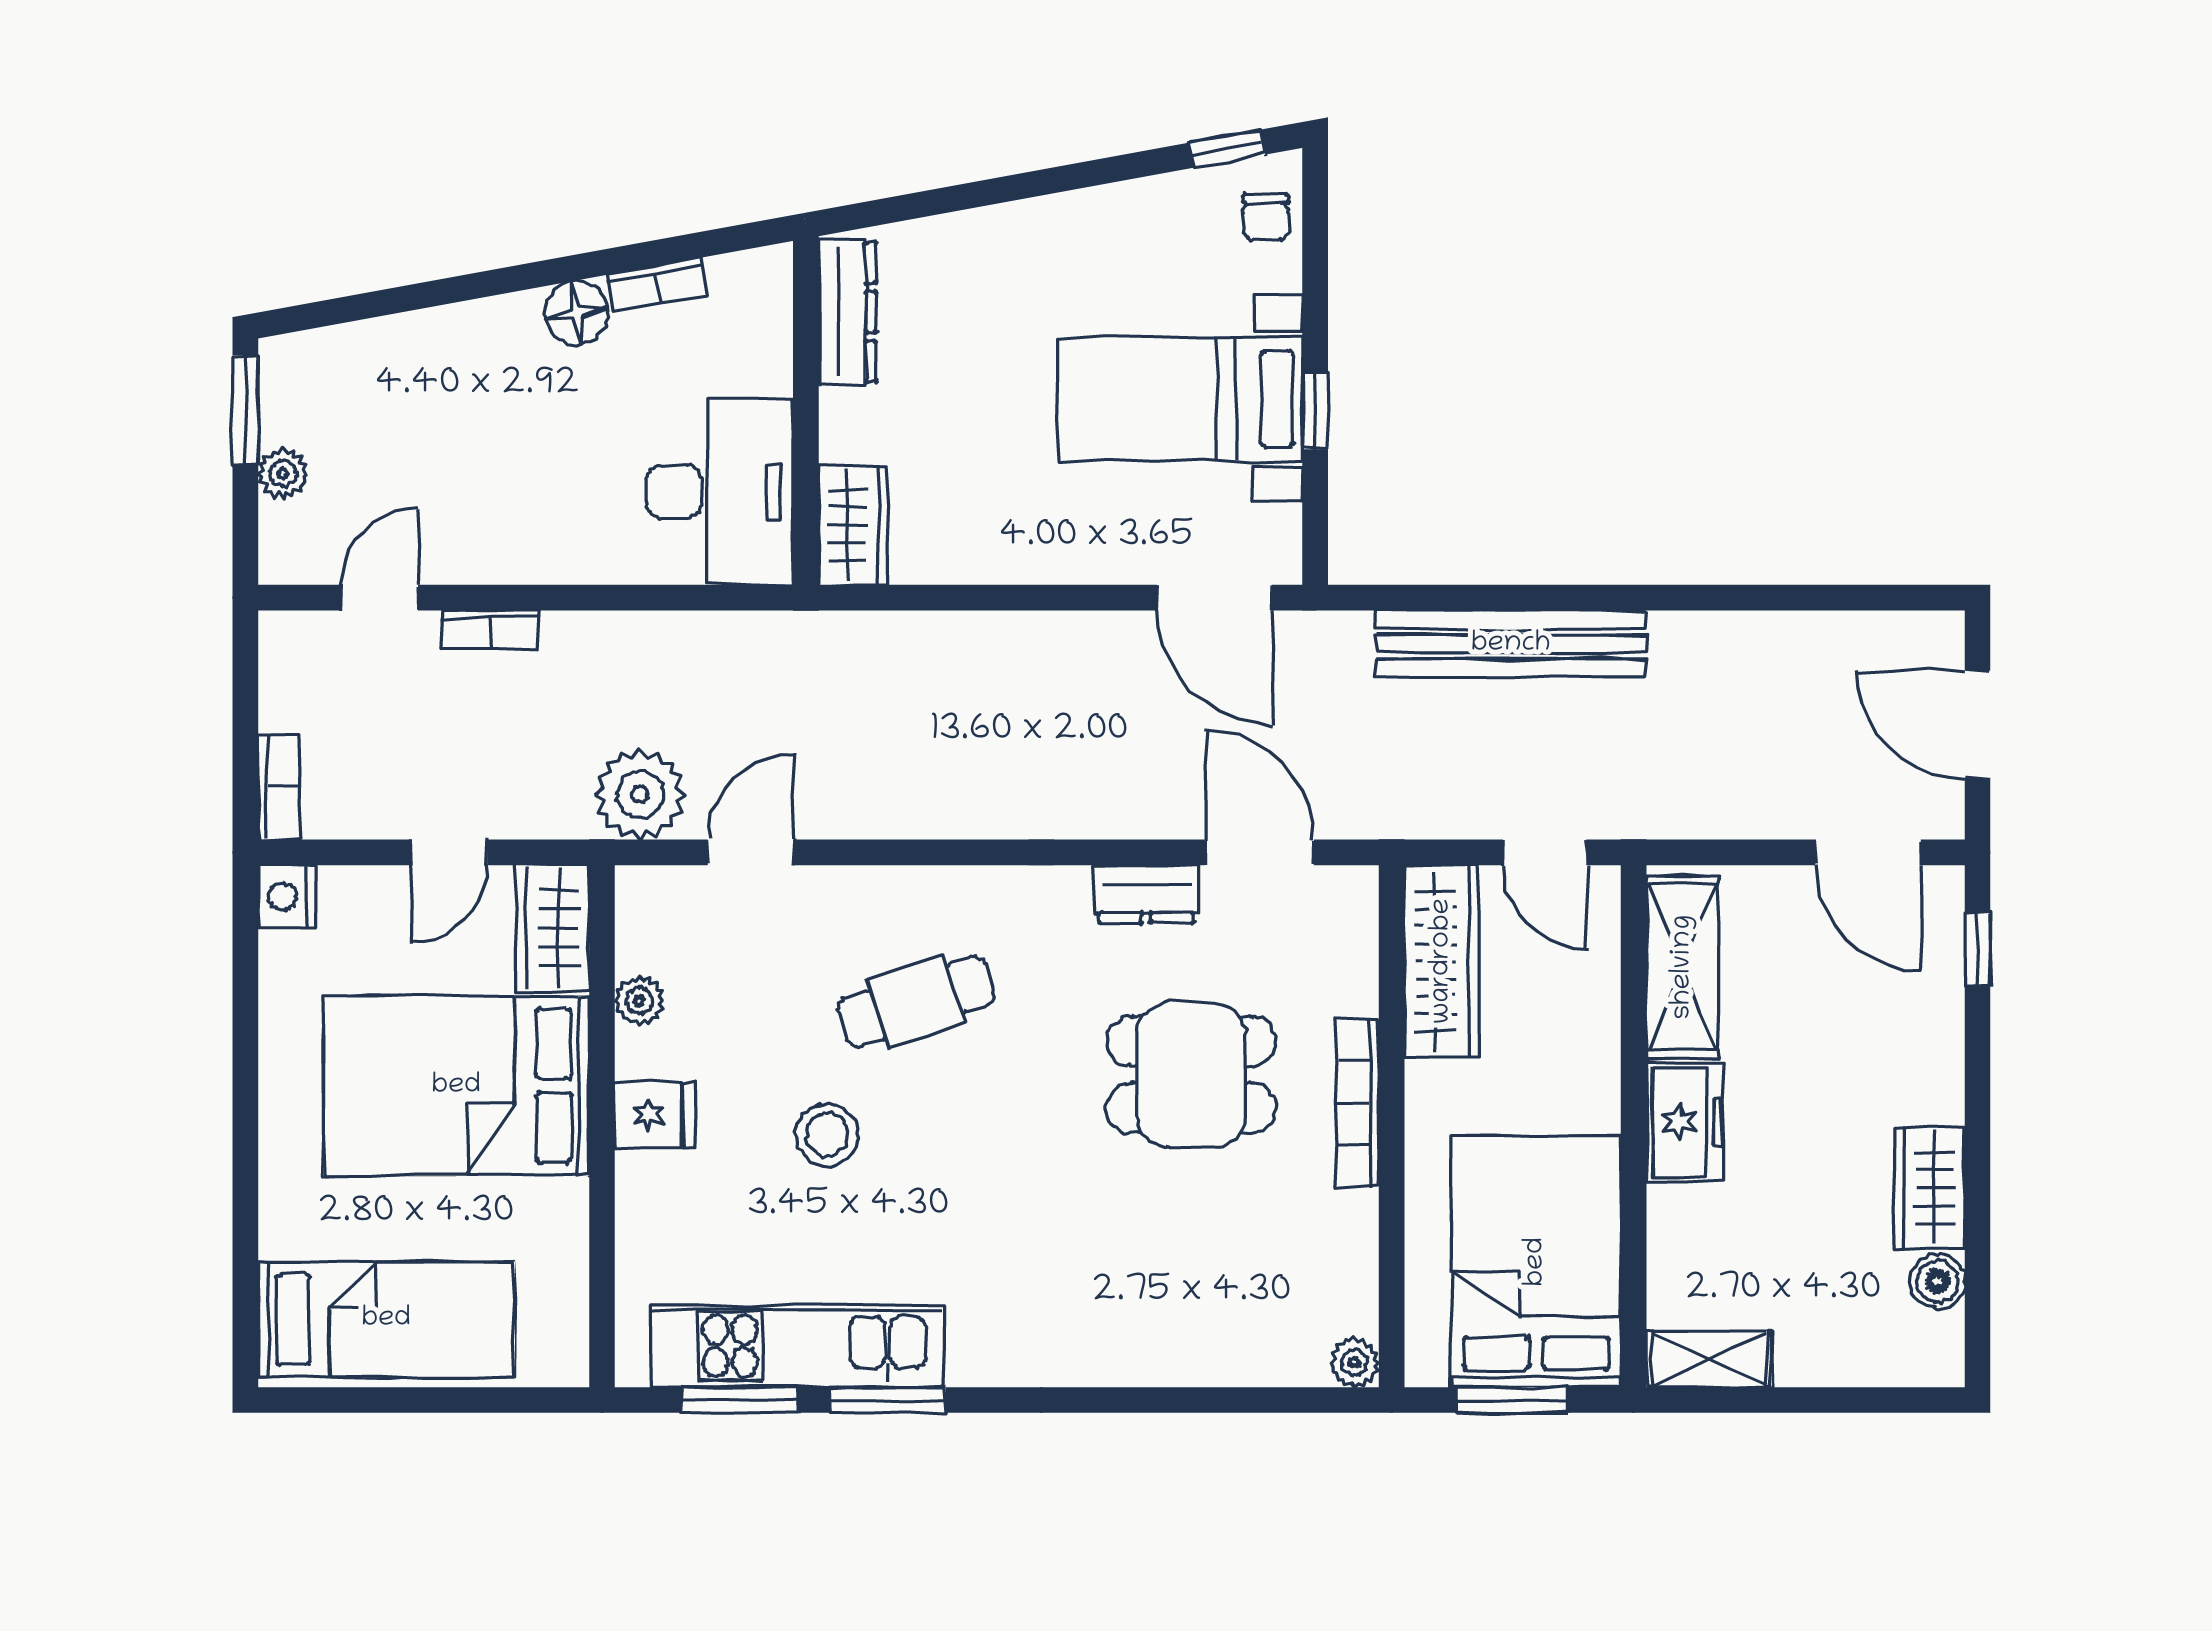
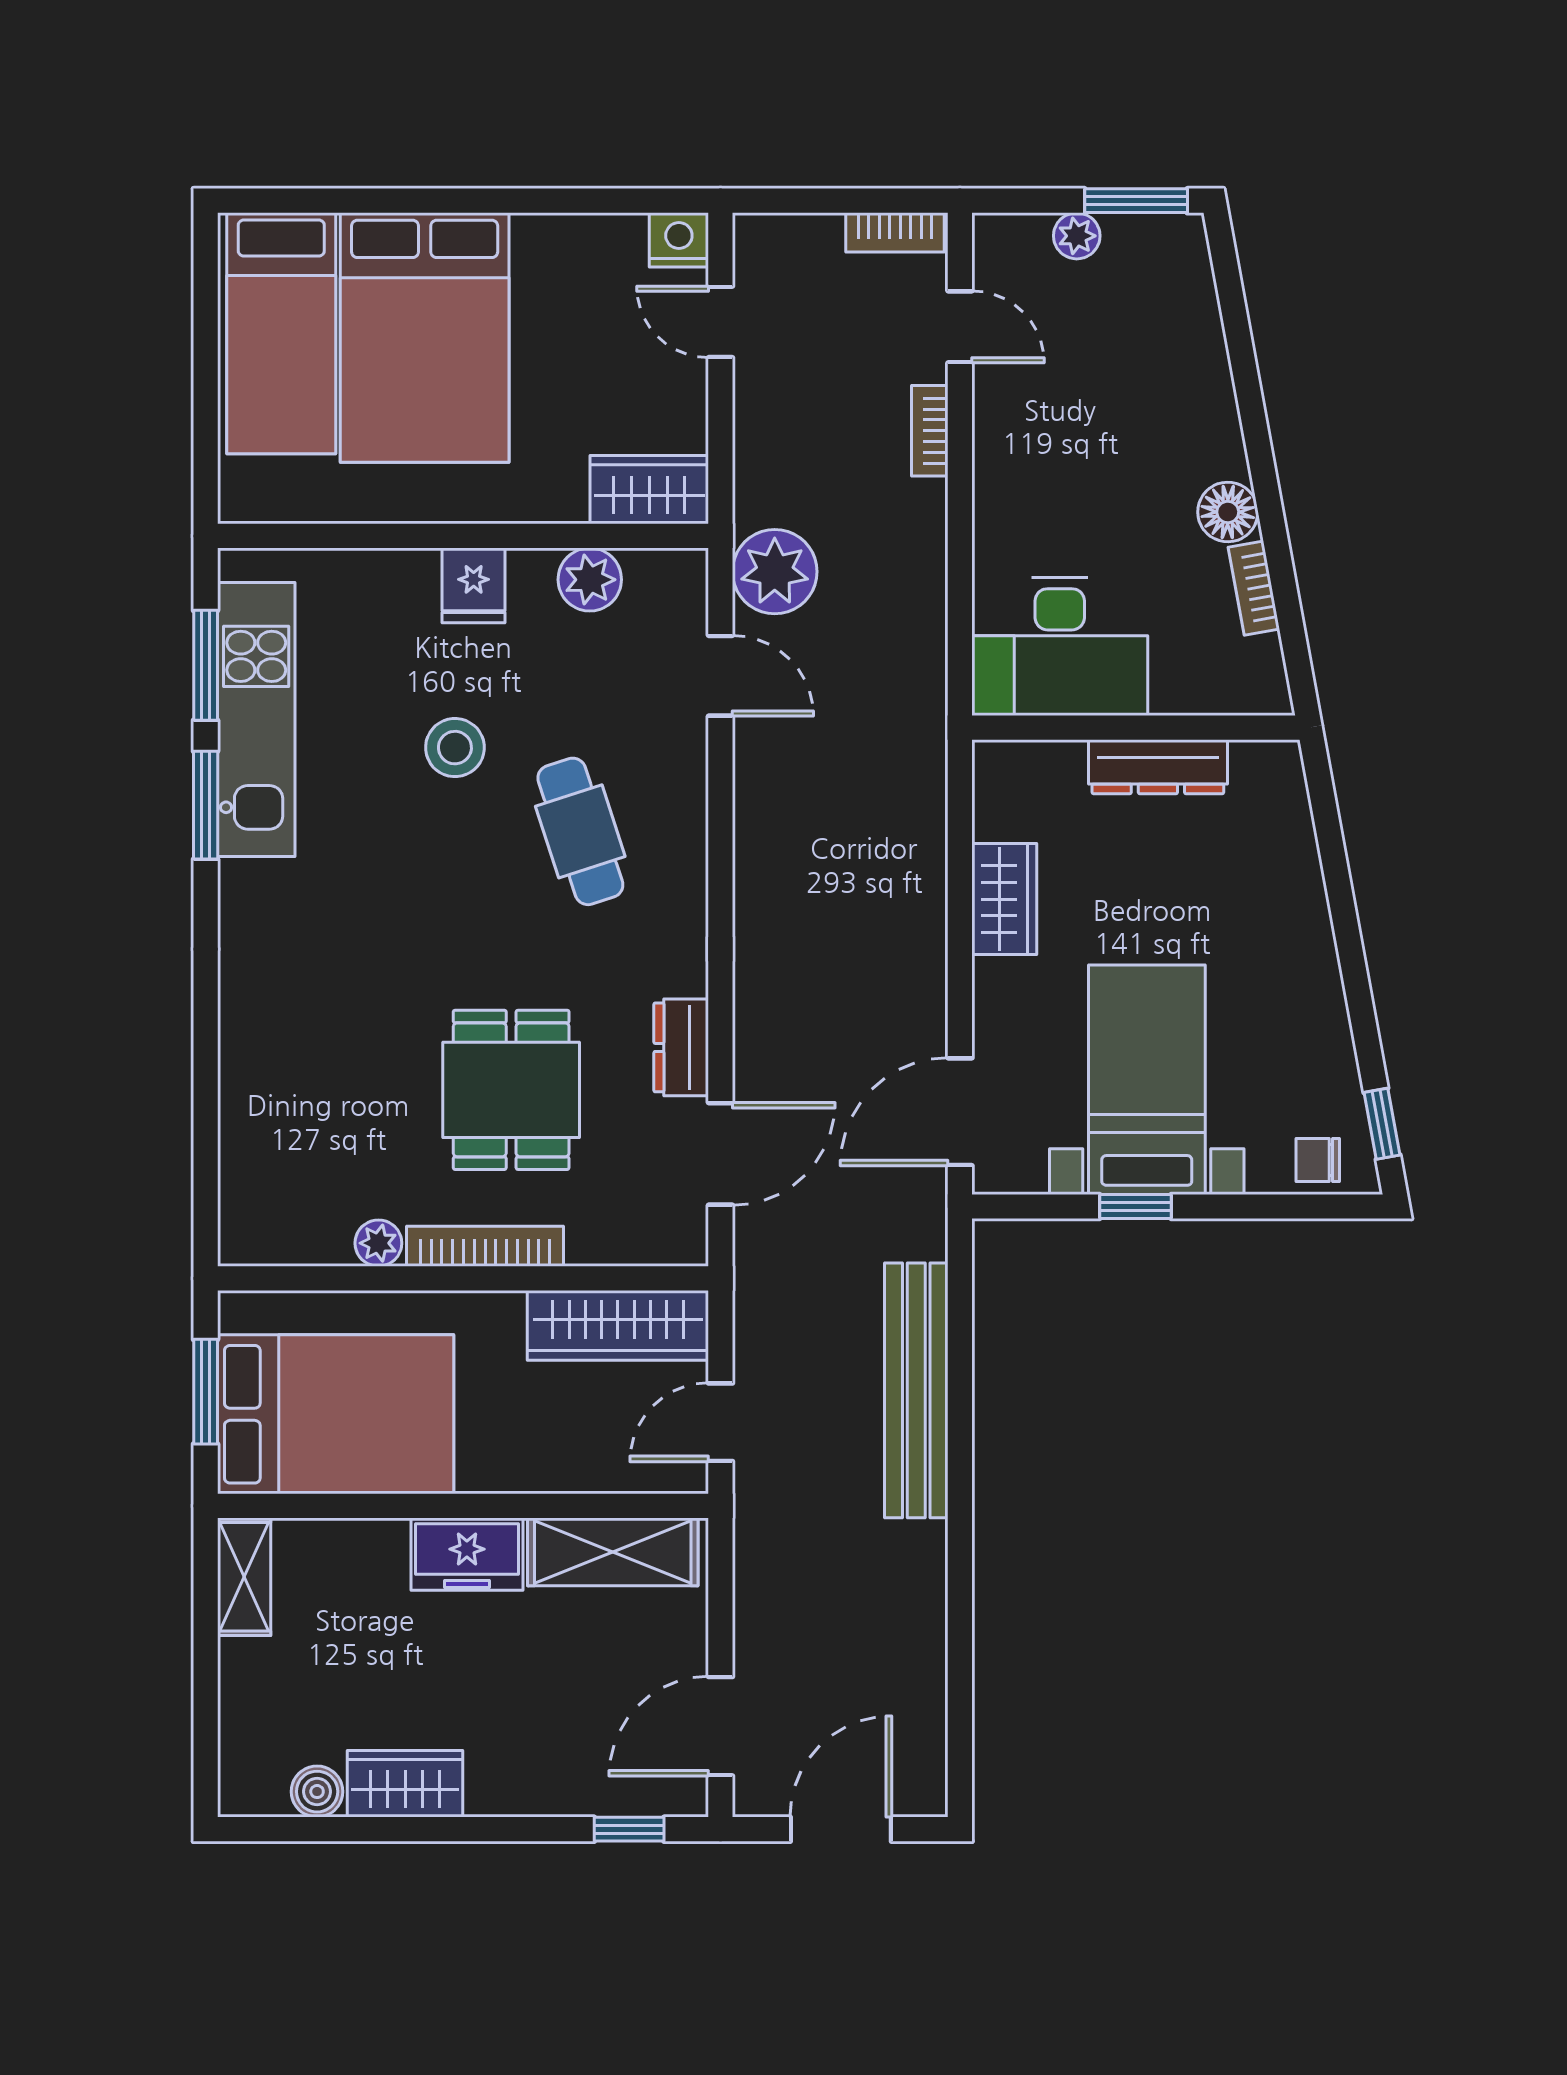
dresser: (847, 312) -> (1158, 767), moved
wardrobe: (853, 525) -> (1004, 899), moved, turned -90
bookcase: (279, 787) -> (895, 232), moved
door: (449, 852) -> (720, 322), moved
plant: (639, 1001) -> (590, 580), width x1.38, depth x1.38
bed: (456, 1086) -> (425, 338), moved, turned 180
plant: (1354, 1362) -> (378, 1243), moved

